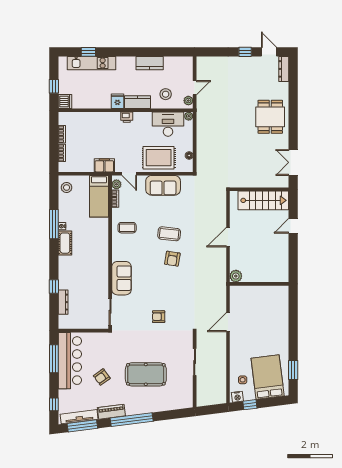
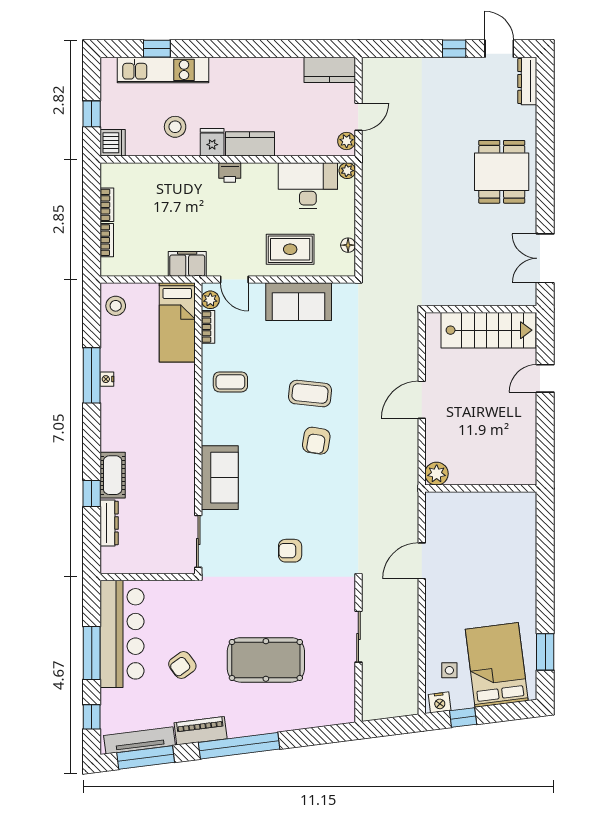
kitchen counter: (150, 63) -> (330, 70), moved
stool: (166, 94) -> (175, 127), moved
rug: (159, 158) -> (290, 249), width x0.73, depth x0.70
cot: (65, 243) -> (113, 475), moved
window: (54, 359) -> (92, 653), moved

